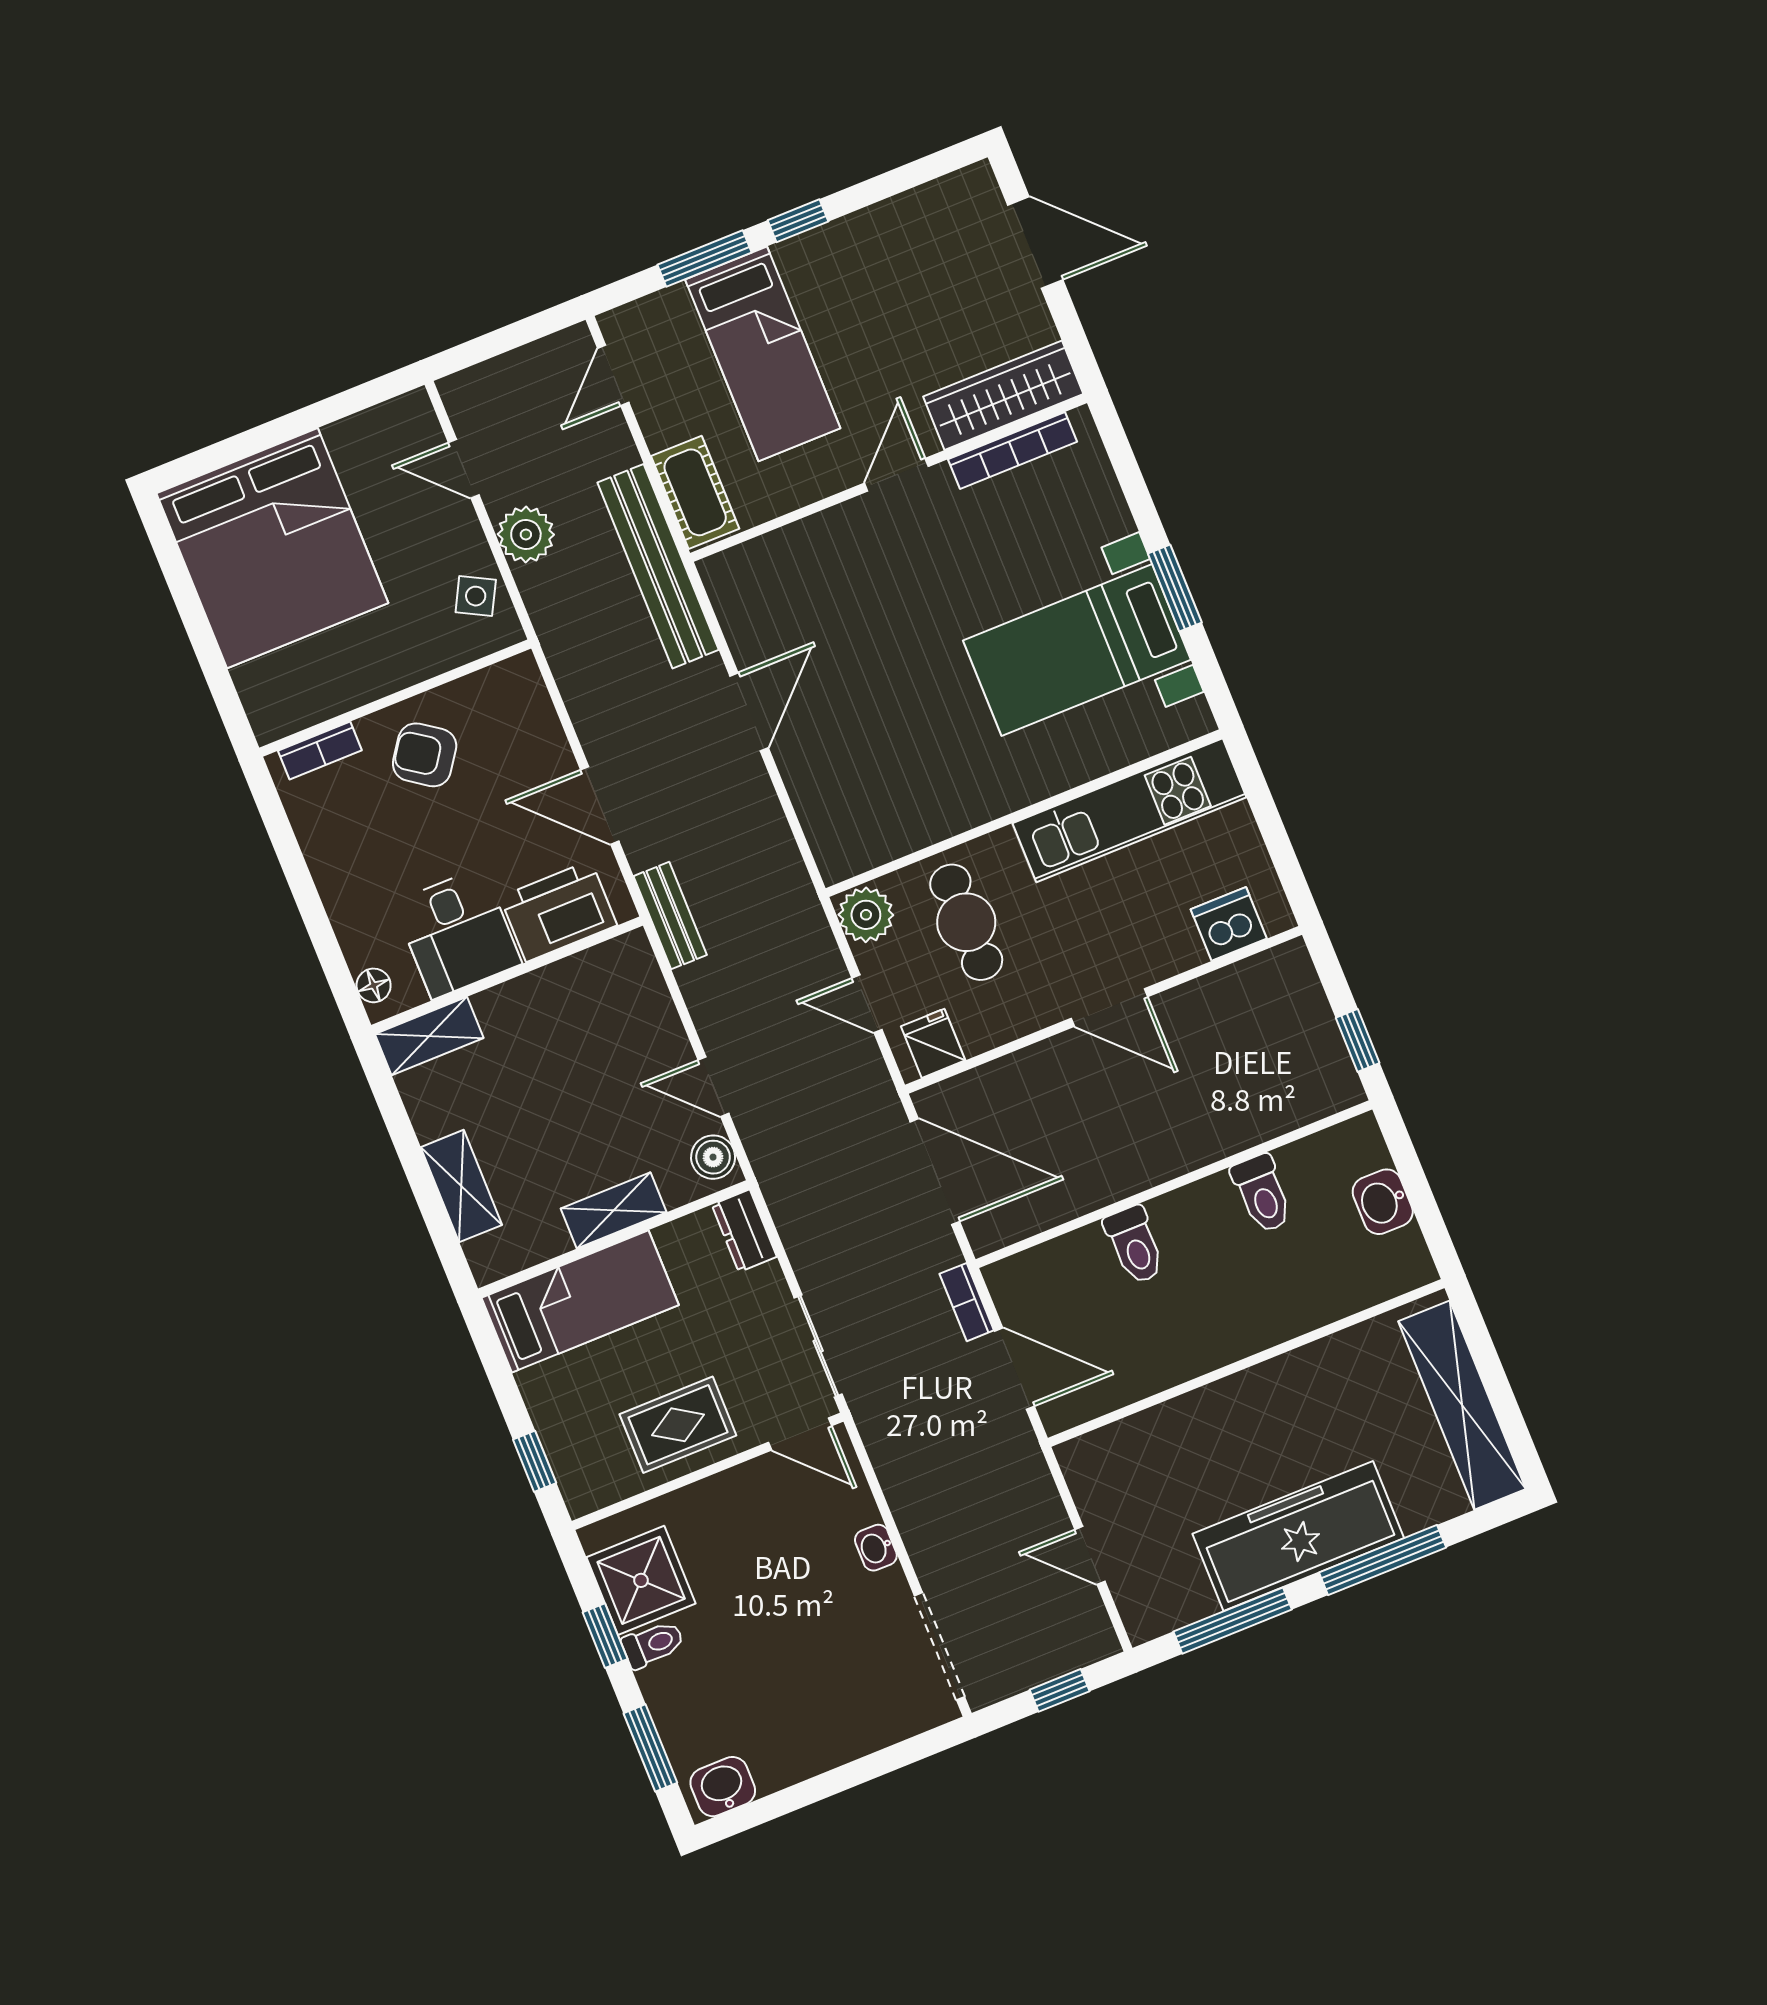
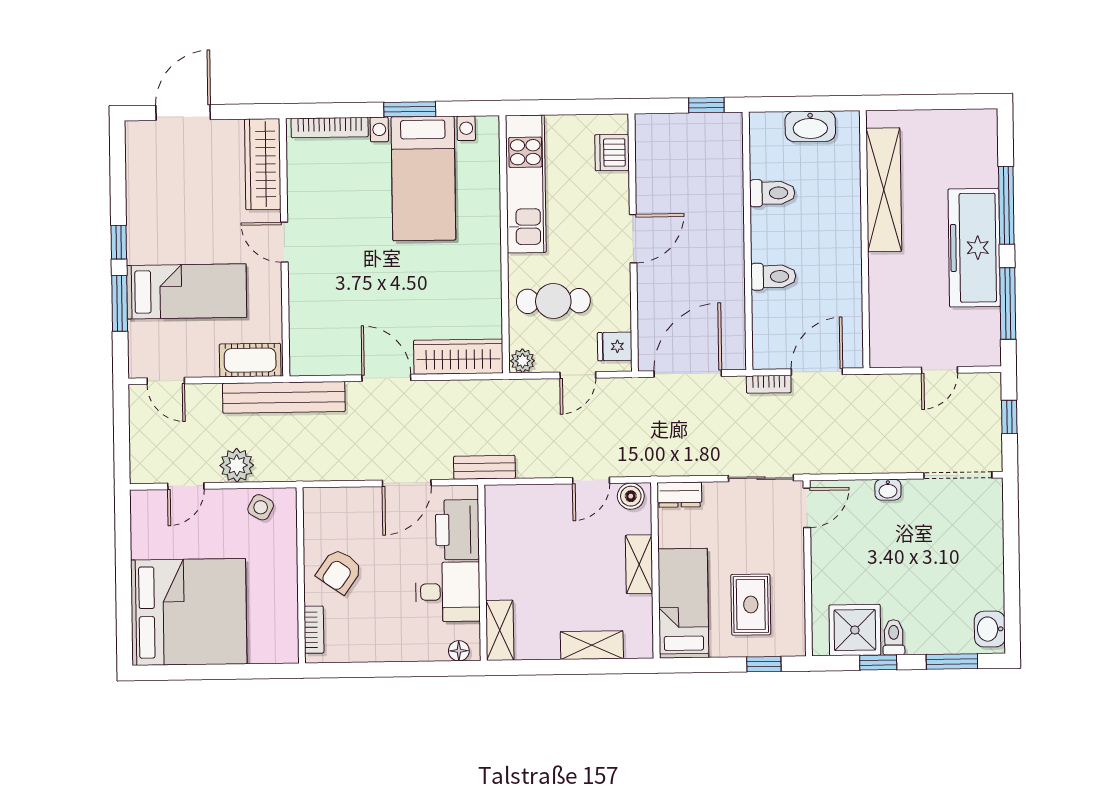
bookcase: (1012, 451) -> (330, 128), moved, turned 90
wardrobe: (824, 810) -> (458, 357), added
plant: (866, 915) -> (523, 361), width x0.73, depth x0.73
washbasin: (1383, 1202) -> (810, 126), width x1.38
shelving: (1462, 1405) -> (884, 190), moved, turned 90
rug: (678, 1425) -> (751, 605), moved

